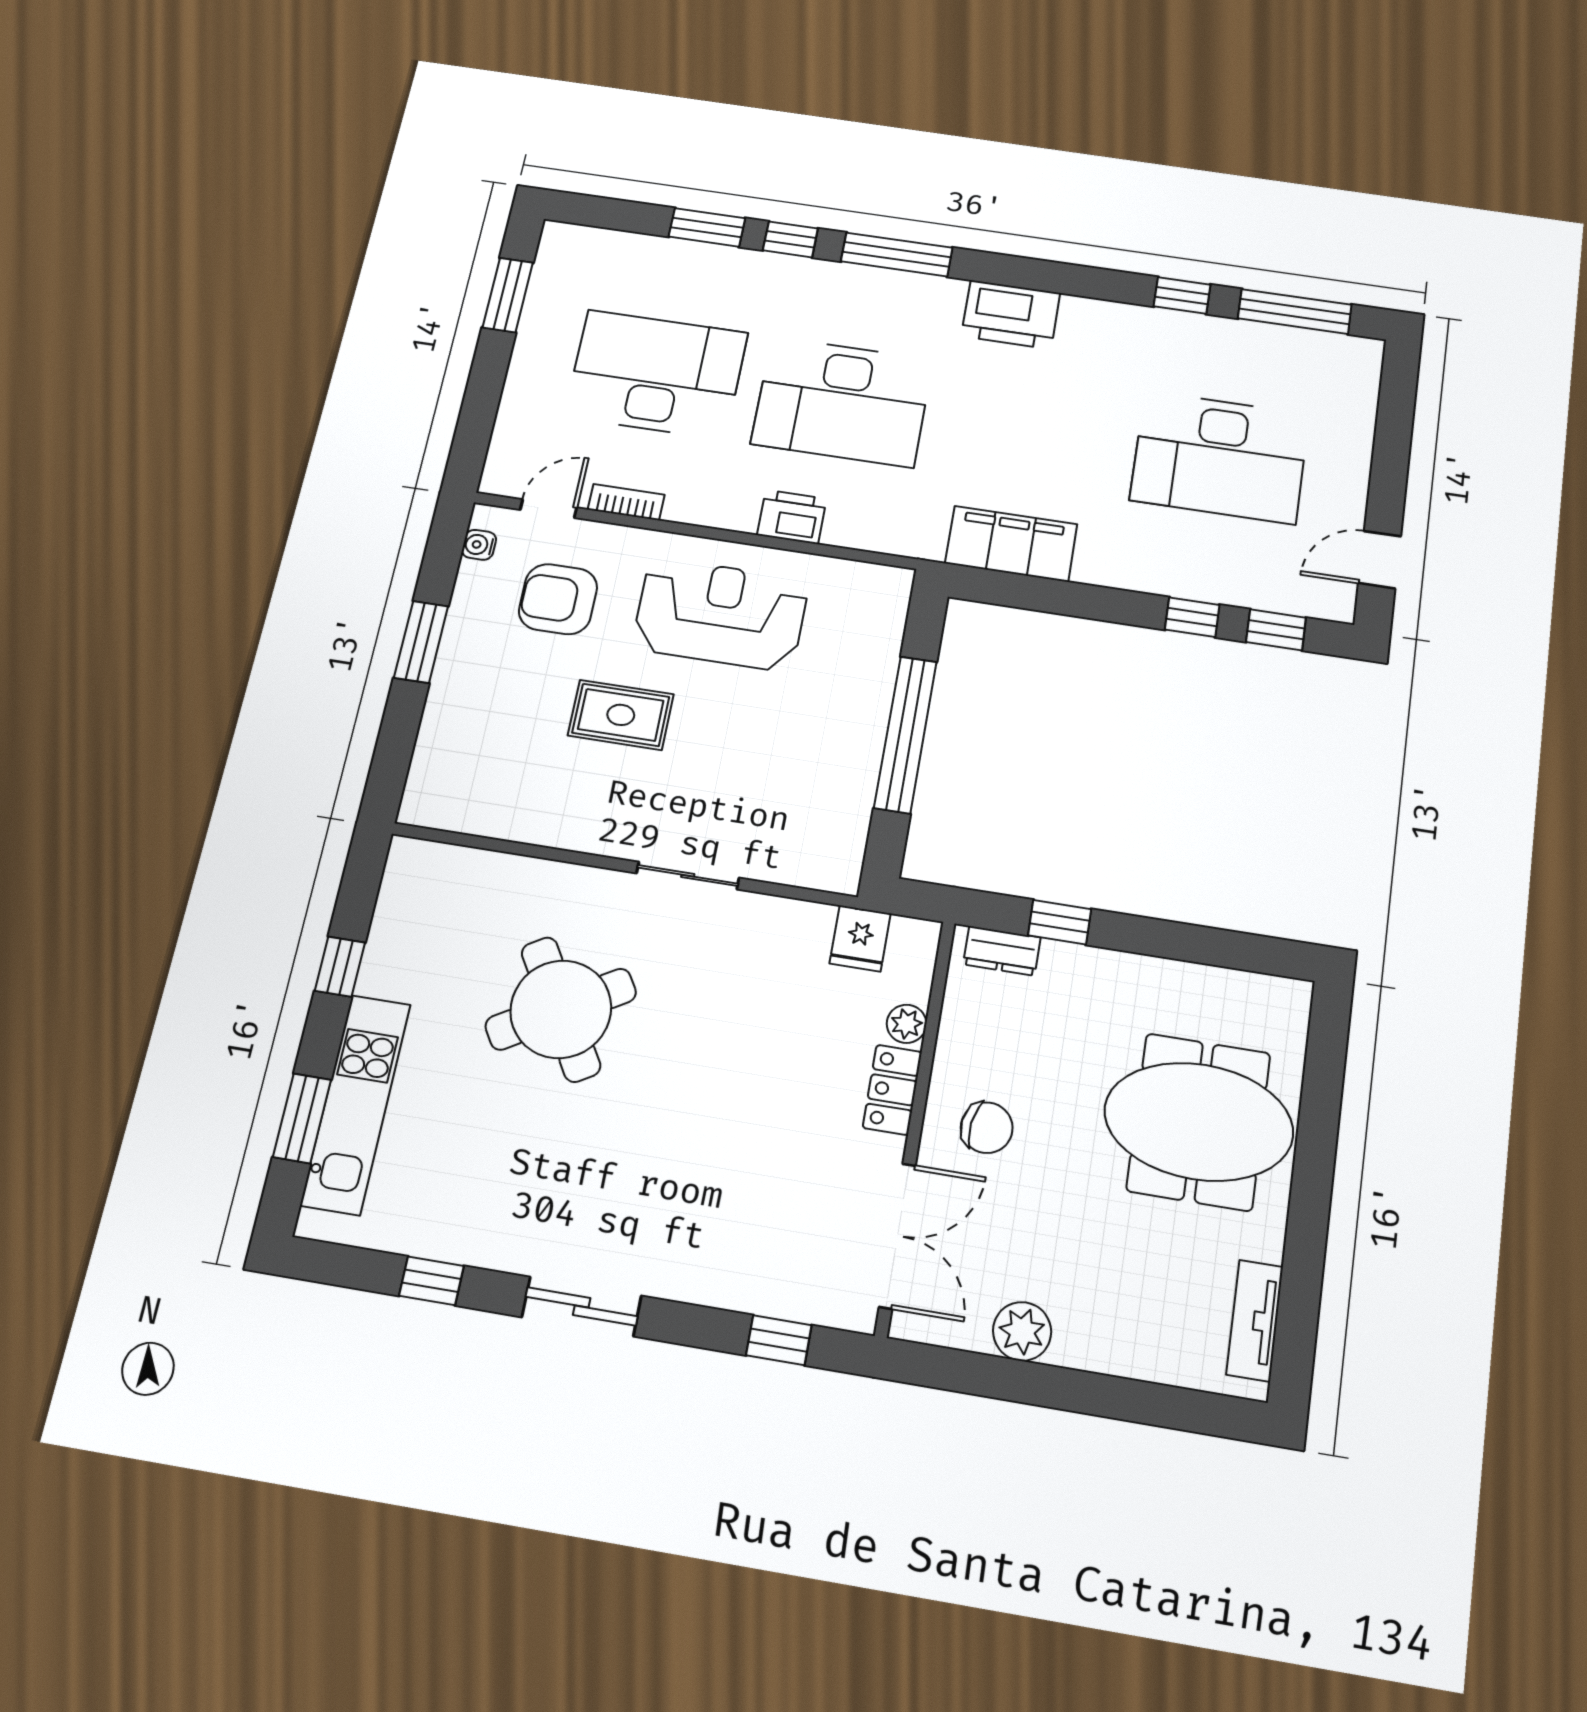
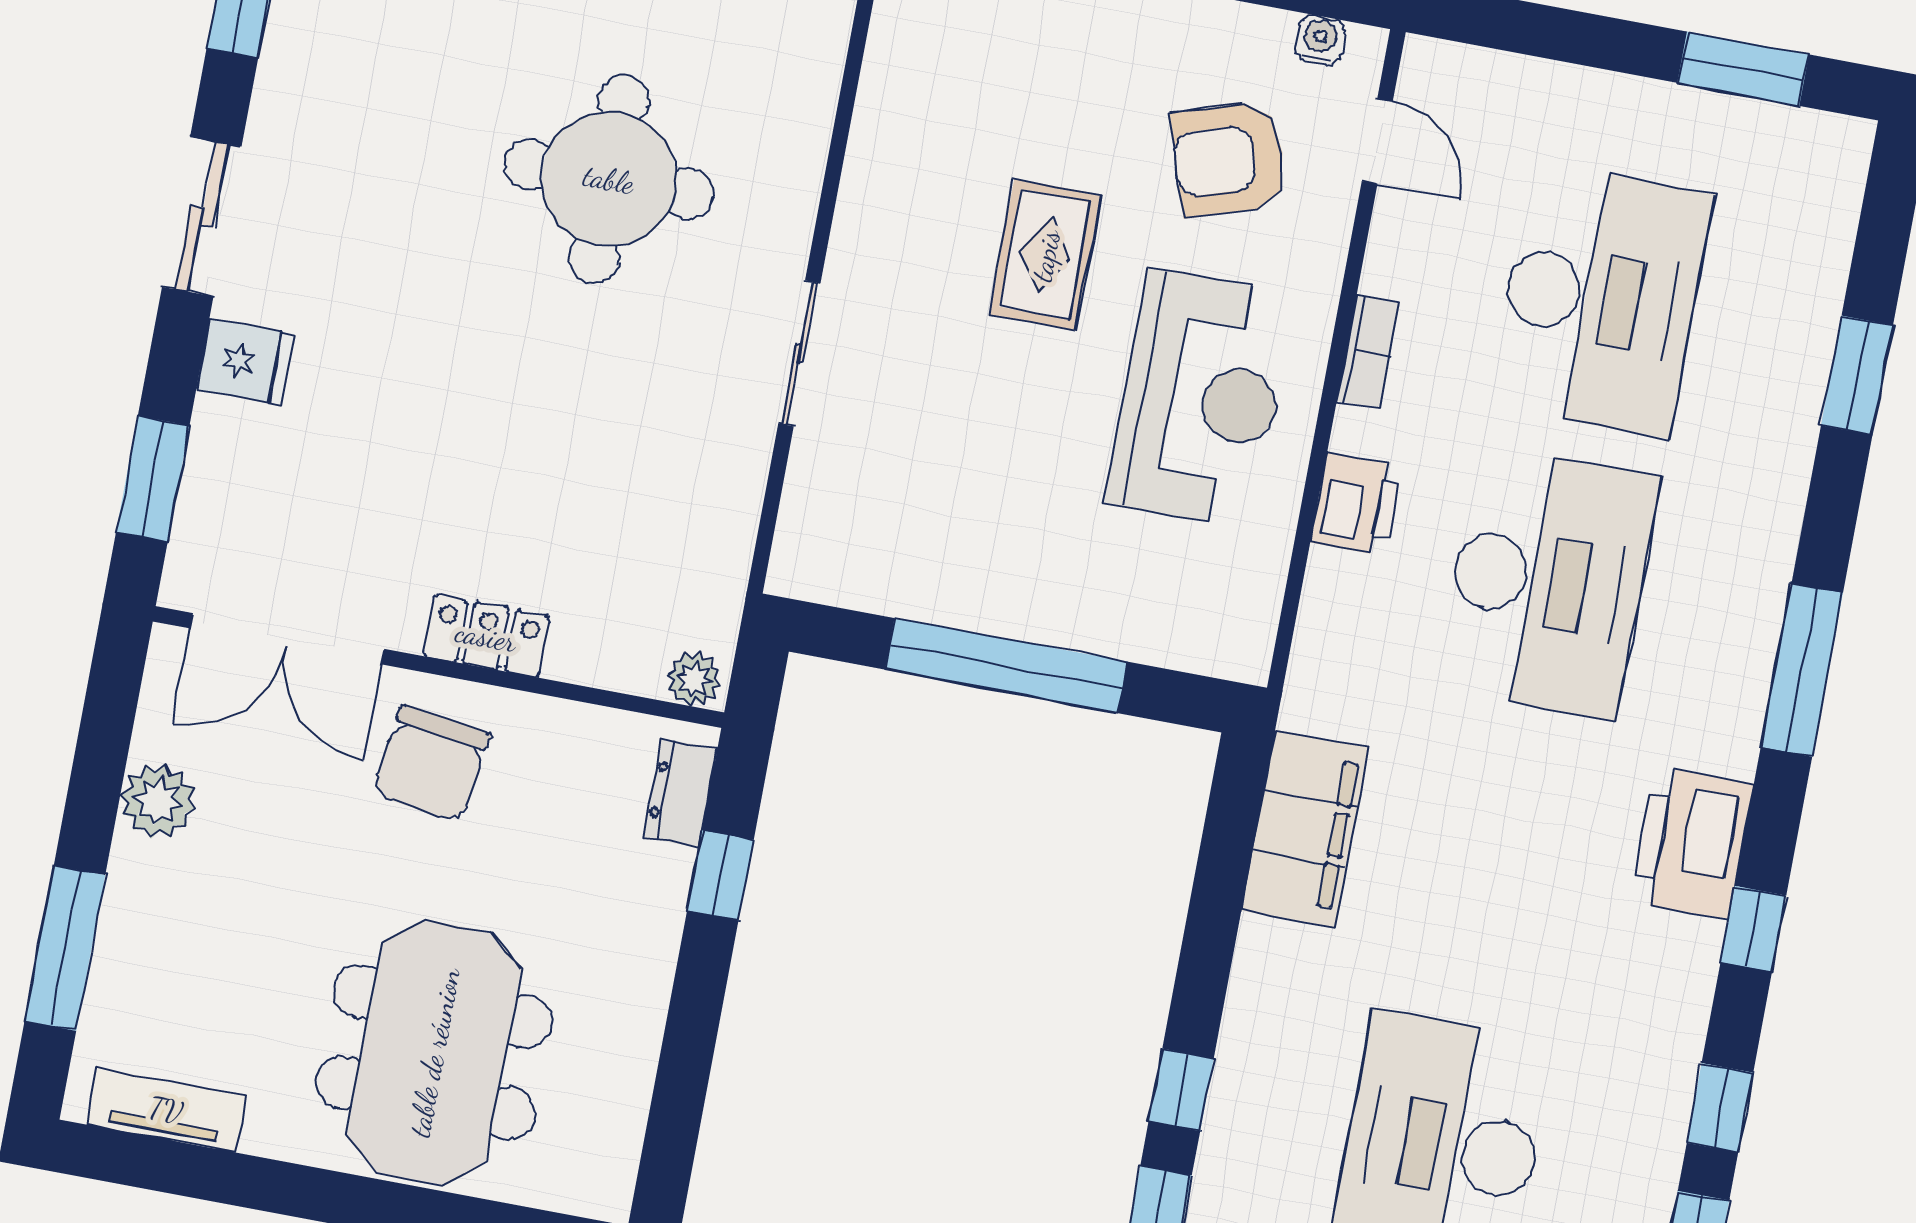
window: (790, 239) -> (1753, 929), moved
desk: (842, 402) -> (1547, 582), turned 180
bookcase: (626, 502) -> (1368, 352), moved
armchair: (558, 599) -> (1230, 159), turned -108
fridge: (860, 938) -> (245, 362), moved, turned 180
round table: (561, 1009) -> (609, 179), turned 31
plant: (907, 1024) -> (694, 679), moved
chair: (987, 1128) -> (431, 763), width x1.37, depth x1.37
window: (779, 1340) -> (153, 479), width x1.50
window: (1137, 1401) -> (65, 948), added

